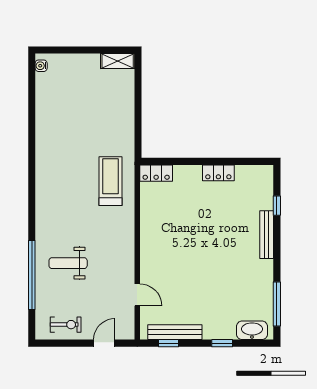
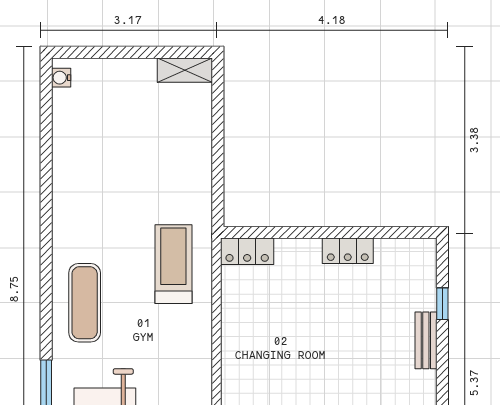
exercise mat: (56, 205) -> (85, 303), added
bench: (267, 235) -> (426, 340), width x0.73

